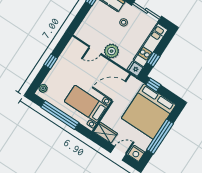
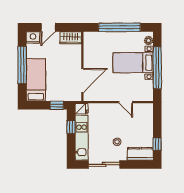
door: (95, 50) -> (126, 102), swing flipped
plant: (112, 51) -> (111, 111), removed
window: (51, 61) -> (157, 68), width x3.17
bed with nightstands: (86, 104) -> (133, 63), moved, turned 180
bed: (149, 112) -> (36, 80), width x0.49

